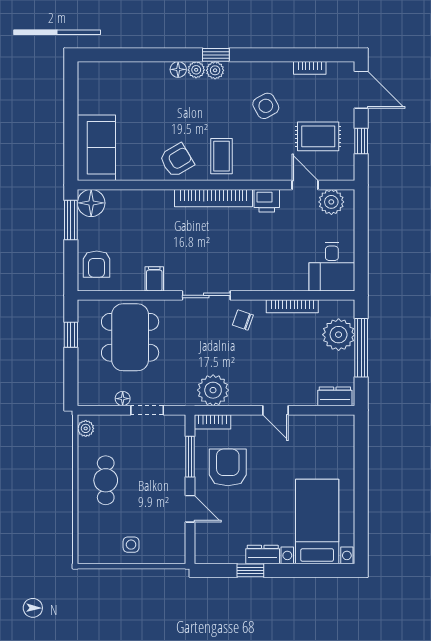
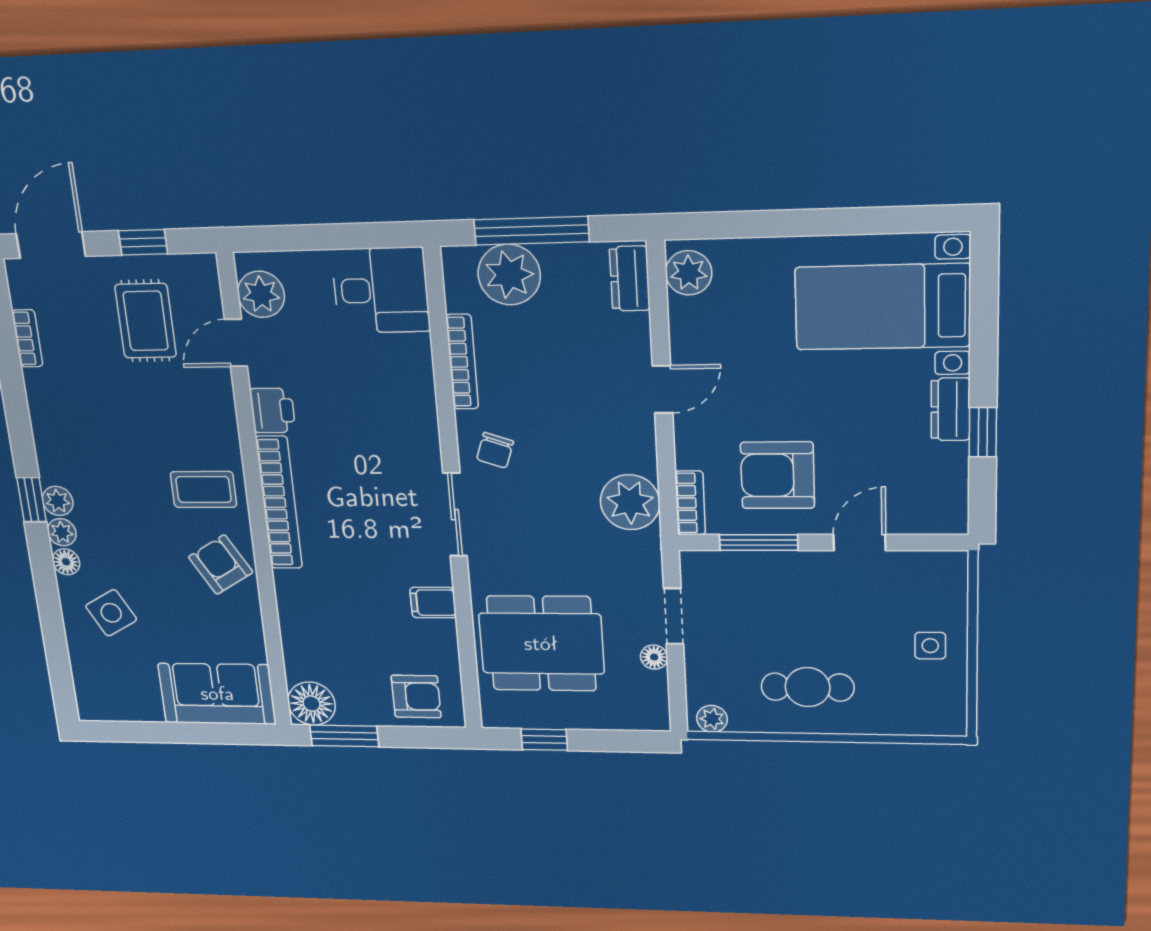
side table: (266, 106) -> (111, 613), moved
plant: (337, 426) -> (689, 273), added

